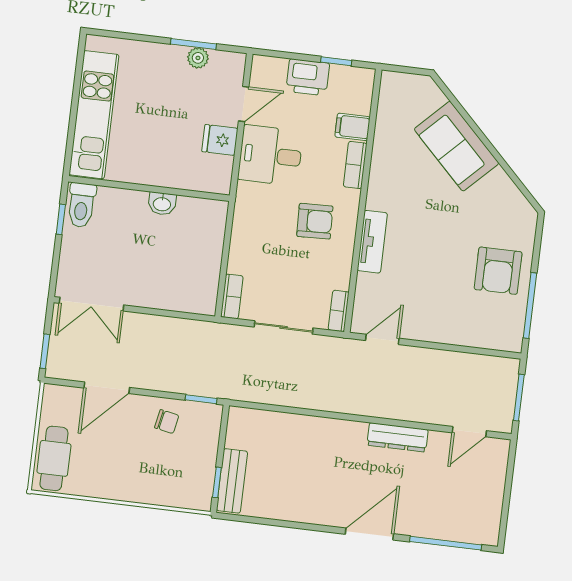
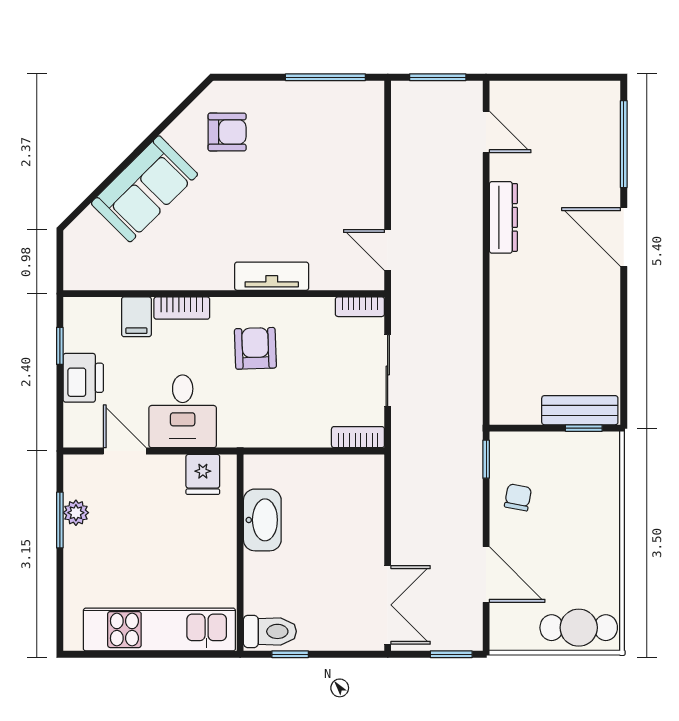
fridge: (220, 140) -> (203, 474), moved
washbasin: (162, 204) -> (262, 520), width x1.91, depth x1.45
armchair: (498, 271) -> (227, 132), moved, width x0.72, depth x0.72

